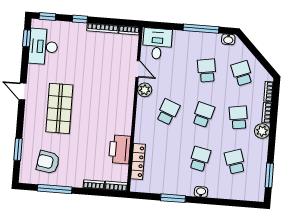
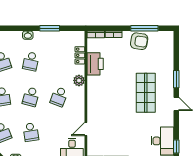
door: (138, 69) -> (86, 129), hinge flipped
plant: (145, 90) -> (79, 80), moved
window: (18, 149) -> (176, 79), moved
armchair: (48, 162) -> (139, 41), moved
locker: (138, 162) -> (80, 55), width x0.66

